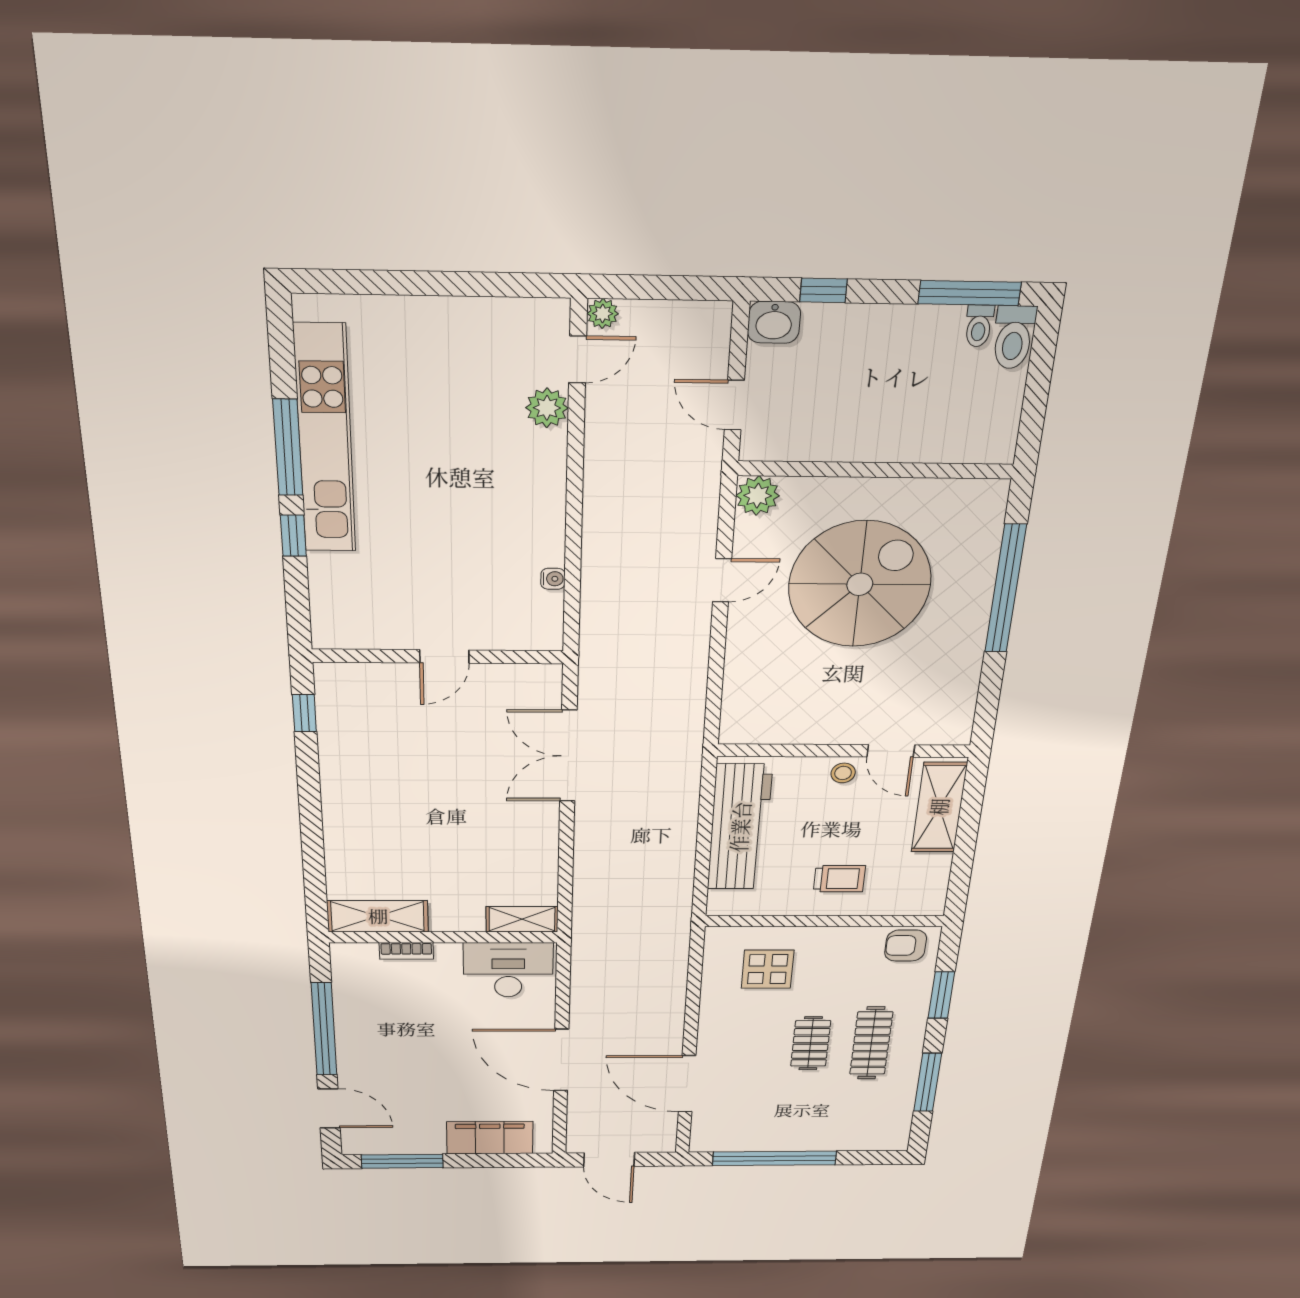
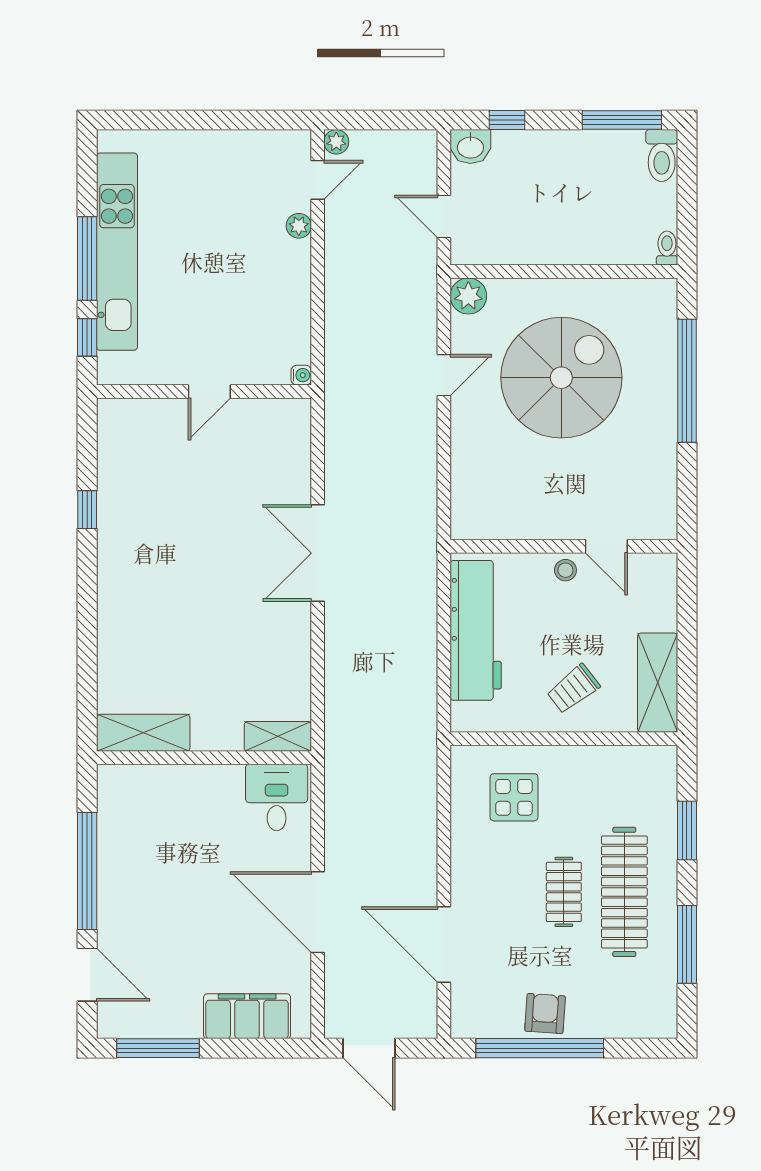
toilet: (979, 326) -> (667, 248), moved, turned 180
plant: (547, 408) -> (299, 226), width x0.73, depth x0.73
wall: (438, 656) -> (204, 391), moved
door: (444, 656) -> (209, 391), moved
shelving: (939, 807) -> (658, 683), moved
trolley: (839, 879) -> (573, 689), turned 142
armchair: (906, 945) -> (545, 1014), moved, turned 94
bookcase: (406, 951) -> (169, 774), removed
desk: (508, 970) -> (277, 797), width x0.73
clothes rail: (871, 1043) -> (624, 892), width x1.37, depth x1.31

